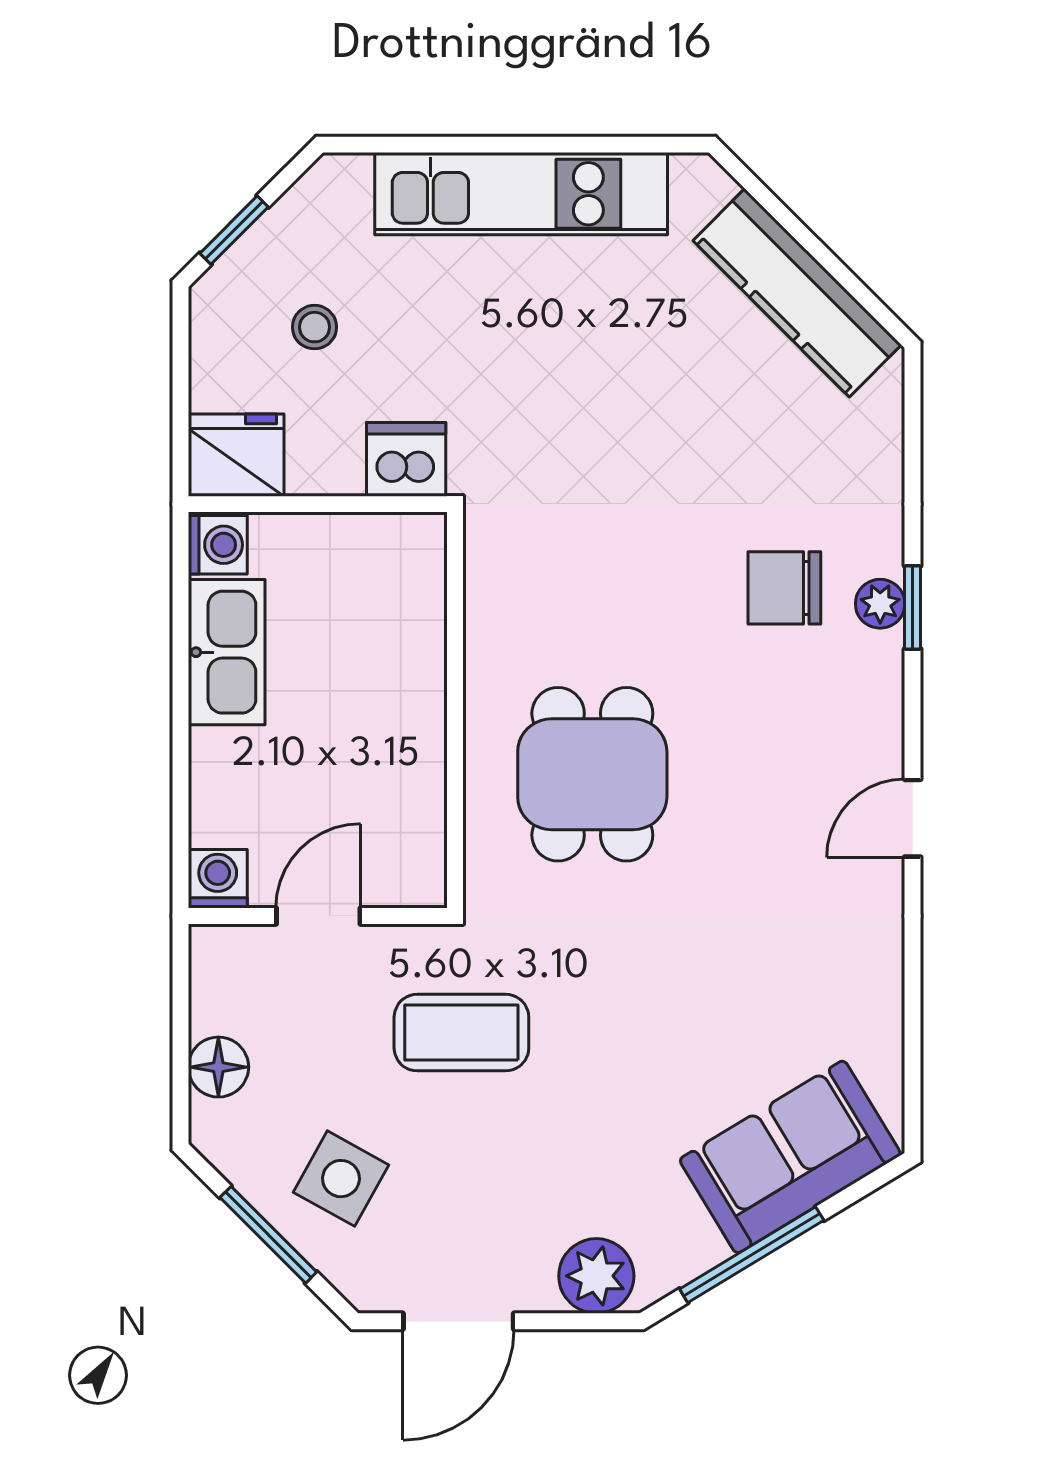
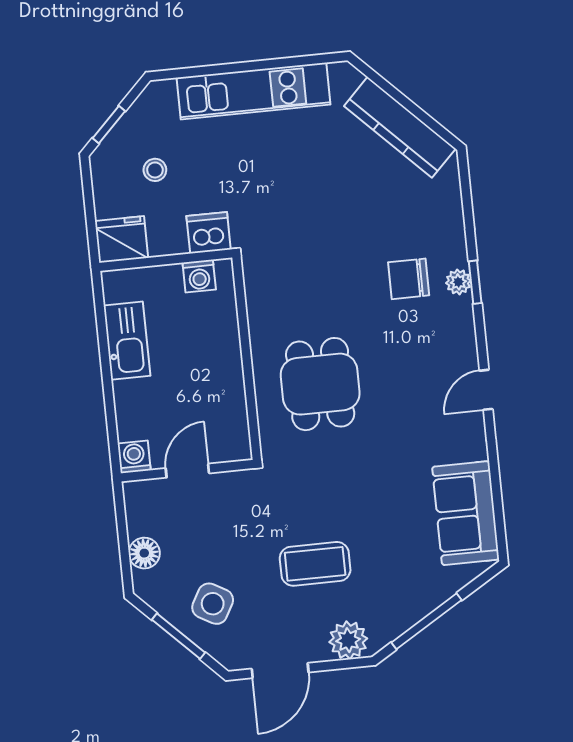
washing machine: (218, 545) -> (199, 276), moved, turned 90
coffee table: (461, 1033) -> (315, 564), moved
sofa: (790, 1157) -> (466, 513), moved, turned -59

